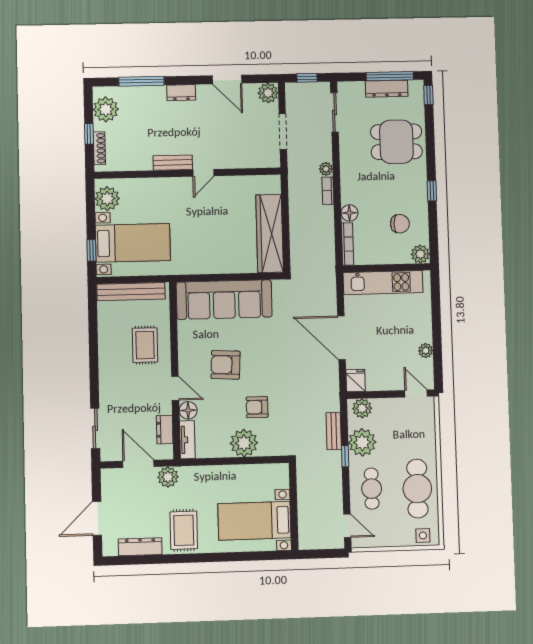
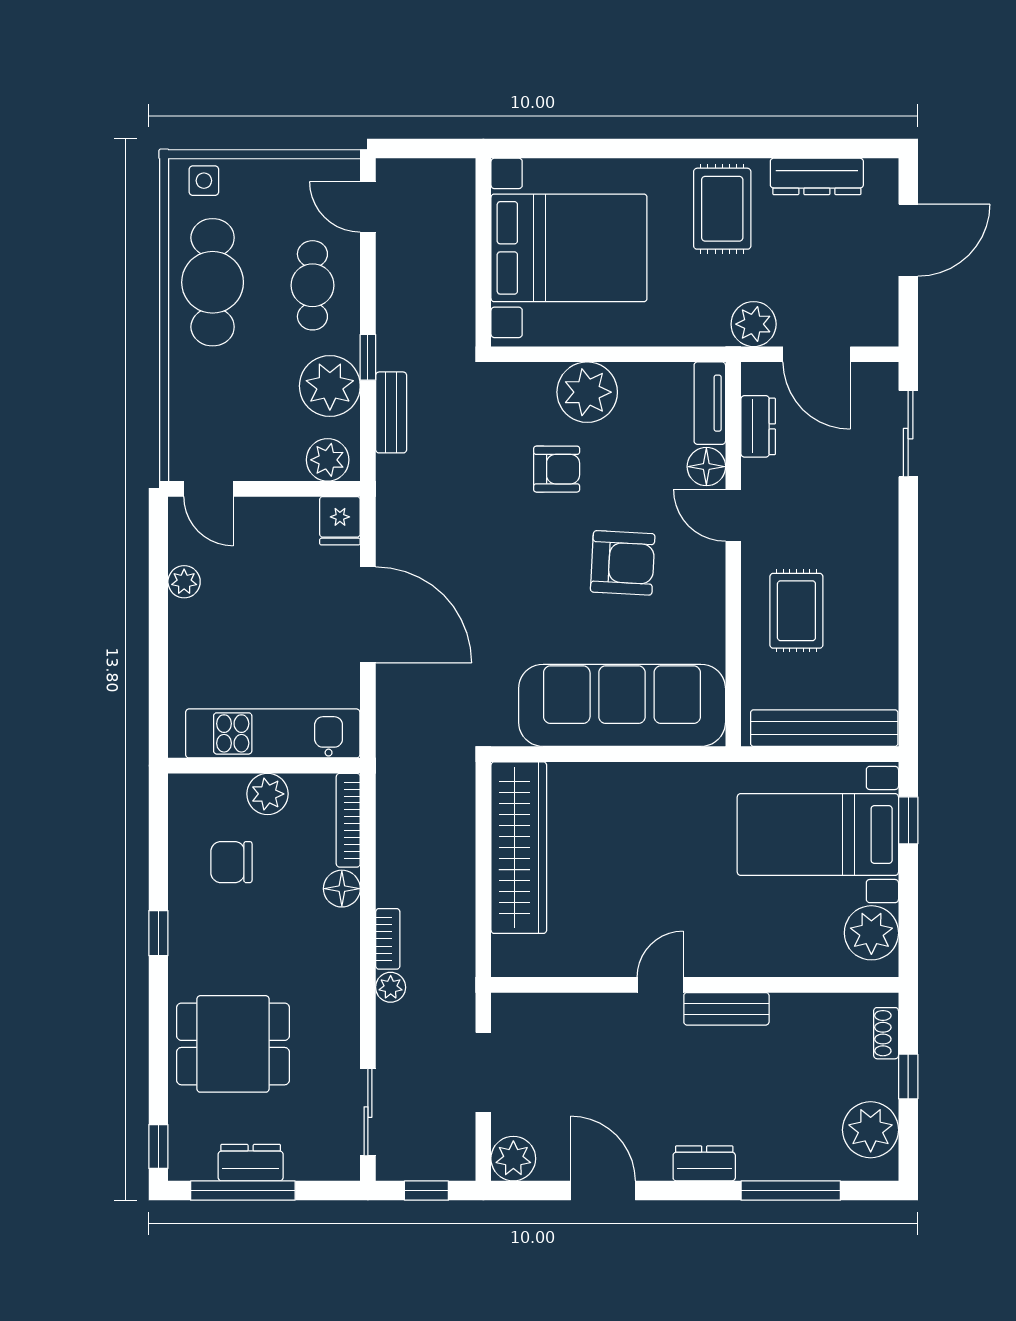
dresser: (387, 89) -> (251, 1163), width x0.70
shoe rack: (99, 148) -> (886, 1033), width x0.70
plant: (420, 254) -> (268, 794), moved
bed with nightstands: (254, 521) -> (569, 248), width x1.36

